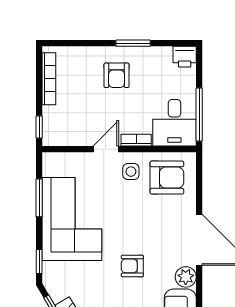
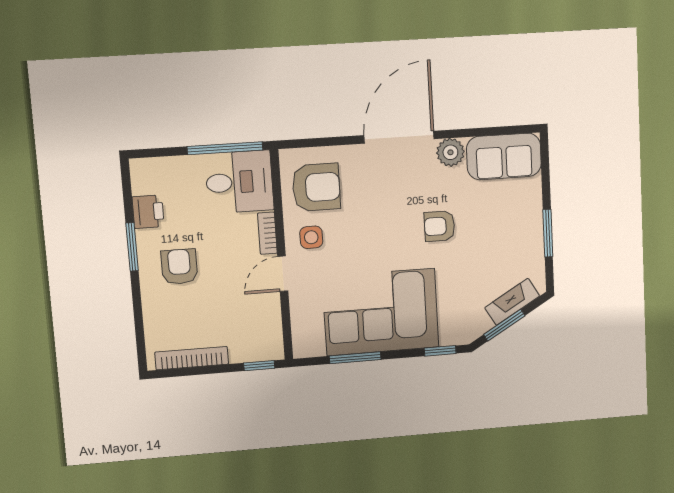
printer: (185, 57) -> (148, 212), moved
armchair: (117, 75) -> (179, 267), turned -90
door: (106, 149) -> (283, 274), hinge flipped
armchair: (167, 178) -> (316, 187), turned 90
armchair: (132, 266) -> (439, 226), turned 90

